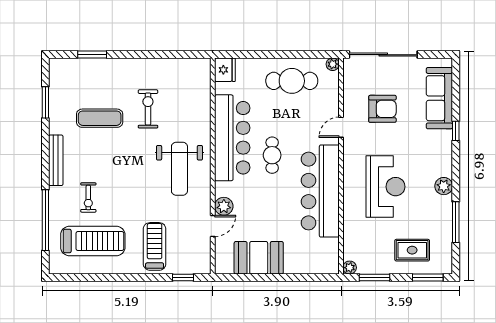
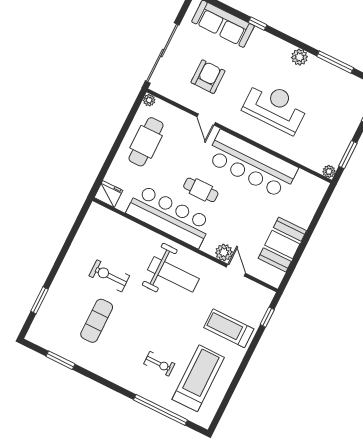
bench: (56, 160) -> (114, 376), removed
rug: (412, 250) -> (341, 111), removed

